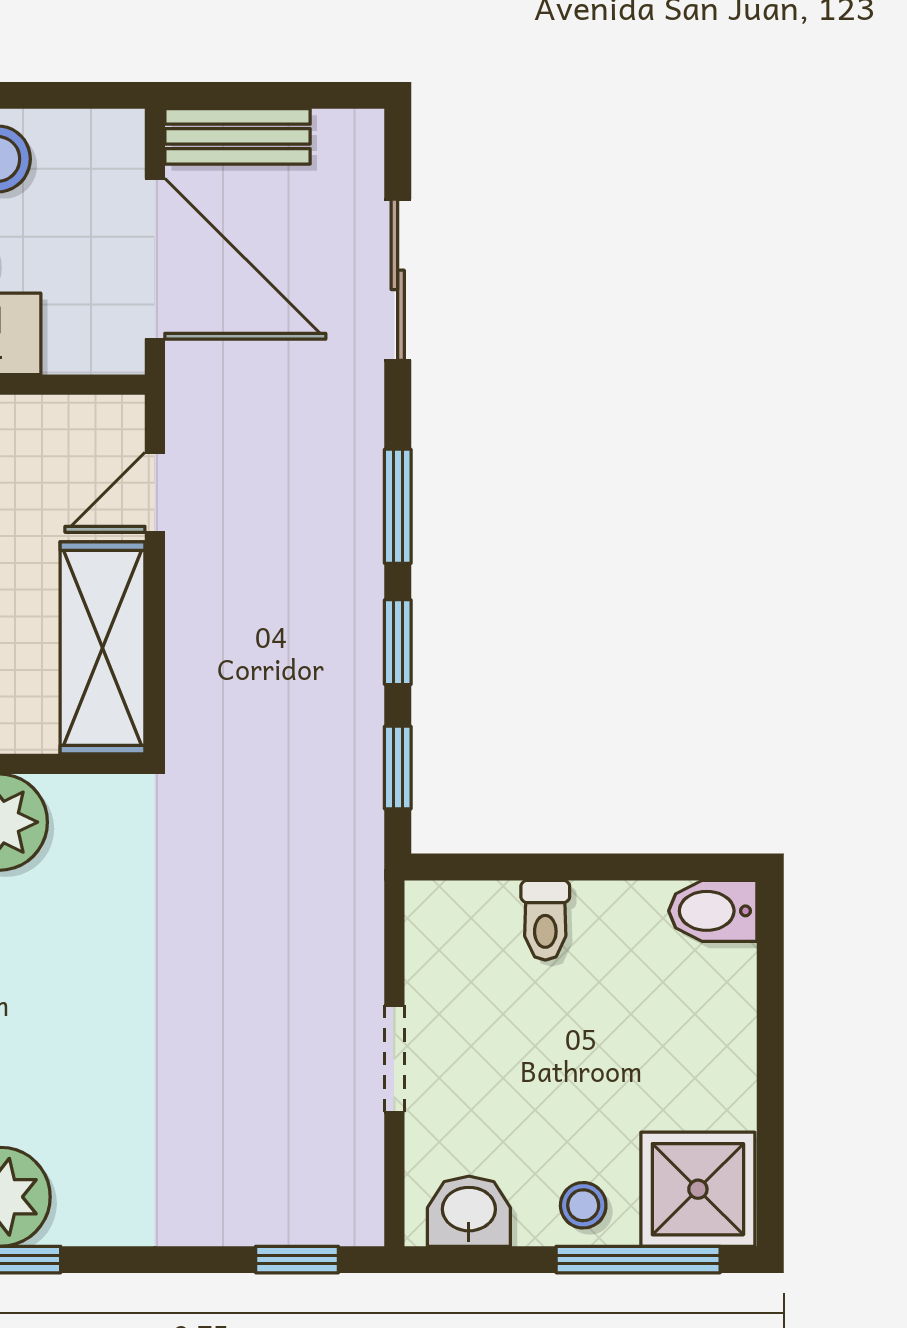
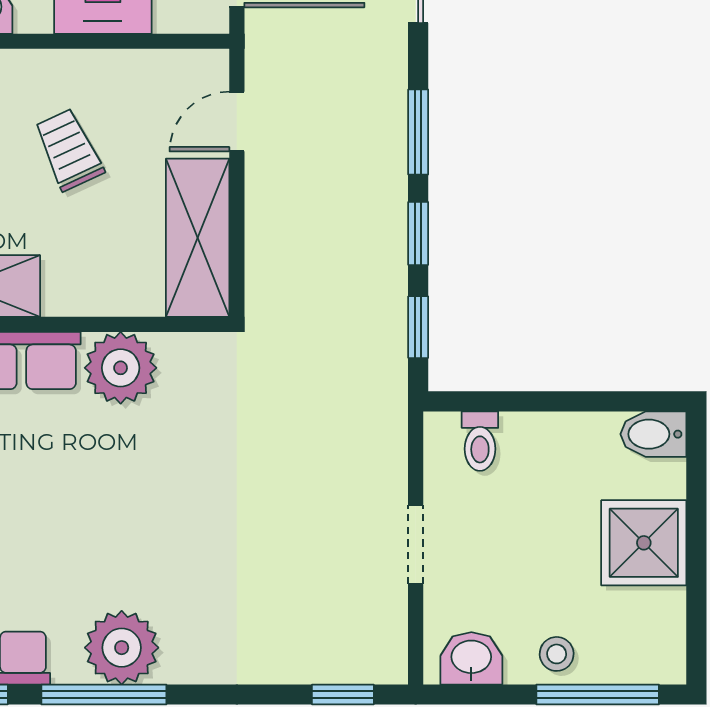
toilet: (545, 920) -> (480, 441), moved
shower: (698, 1189) -> (644, 543), moved

